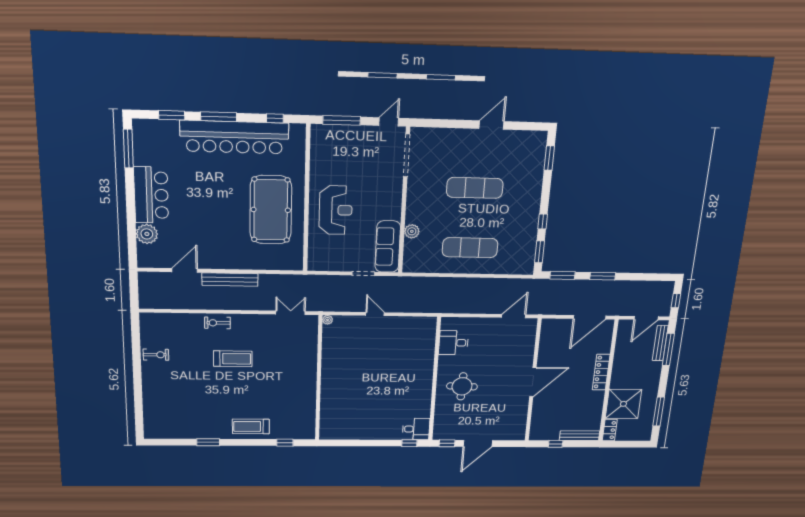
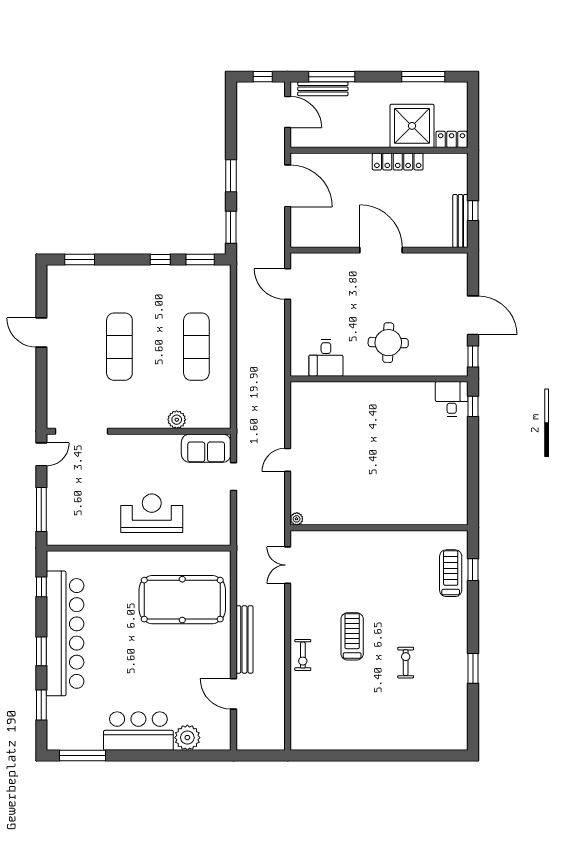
window: (219, 117) -> (41, 651), width x0.69
door: (389, 122) -> (41, 454), swing flipped
pool table: (271, 210) -> (182, 600), moved
sofa: (388, 247) -> (206, 448), width x0.73
exercise bike: (156, 355) -> (406, 663), moved
locker: (601, 372) -> (398, 161), moved
treadmill: (251, 426) -> (451, 573), moved, turned 180
bench: (580, 436) -> (460, 221), moved

